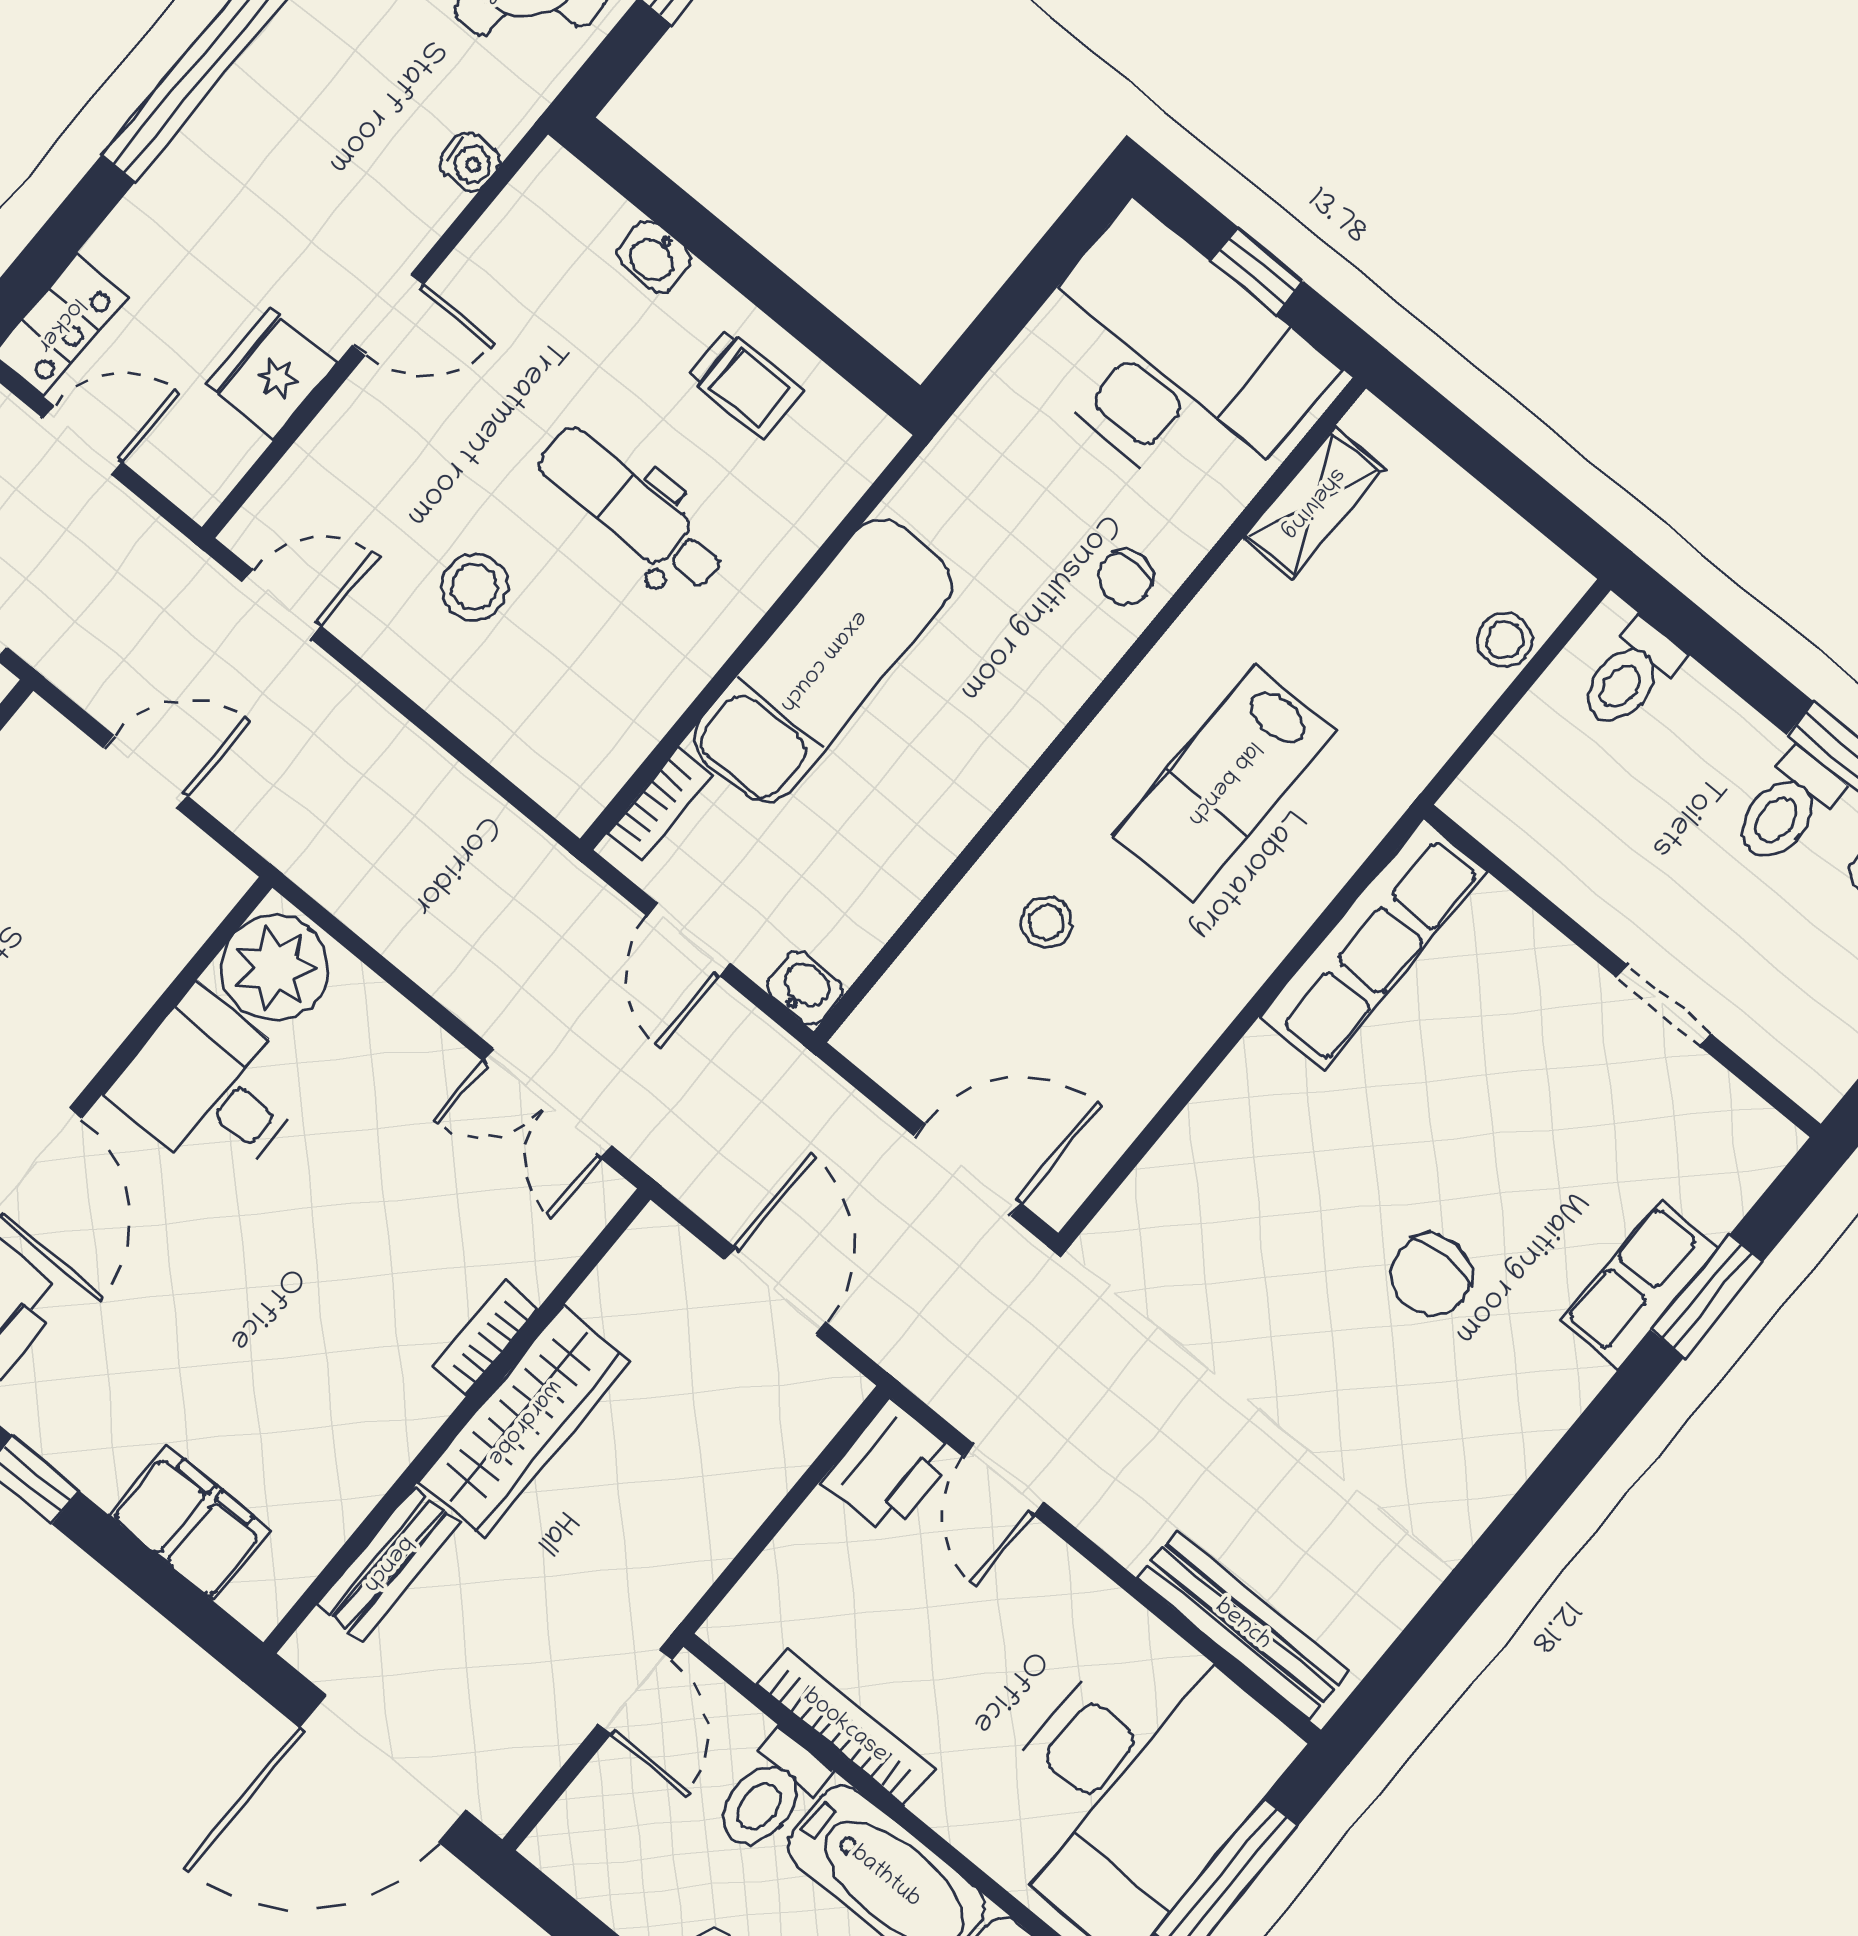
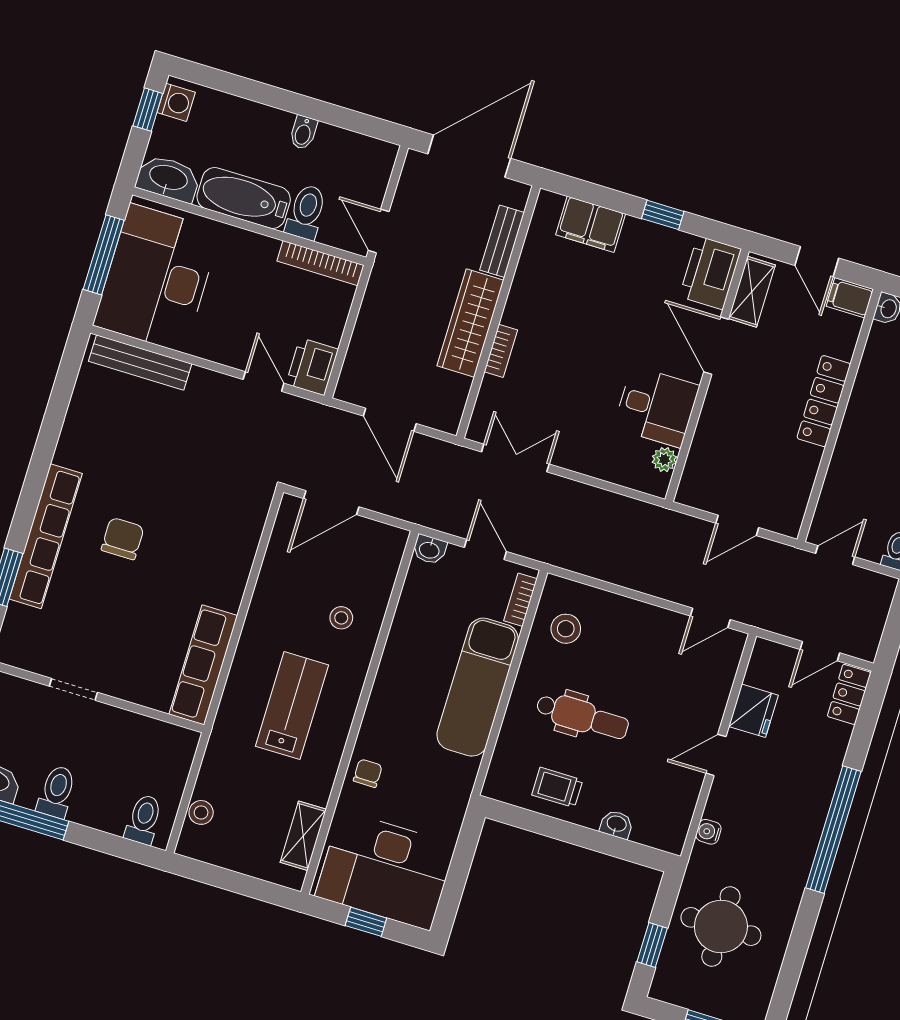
stool: (474, 587) -> (566, 629), moved
plant: (275, 968) -> (664, 460), width x0.53, depth x0.53
row of seats: (1639, 1284) -> (46, 536), width x2.02
bookcase: (845, 1726) -> (320, 263), moved

